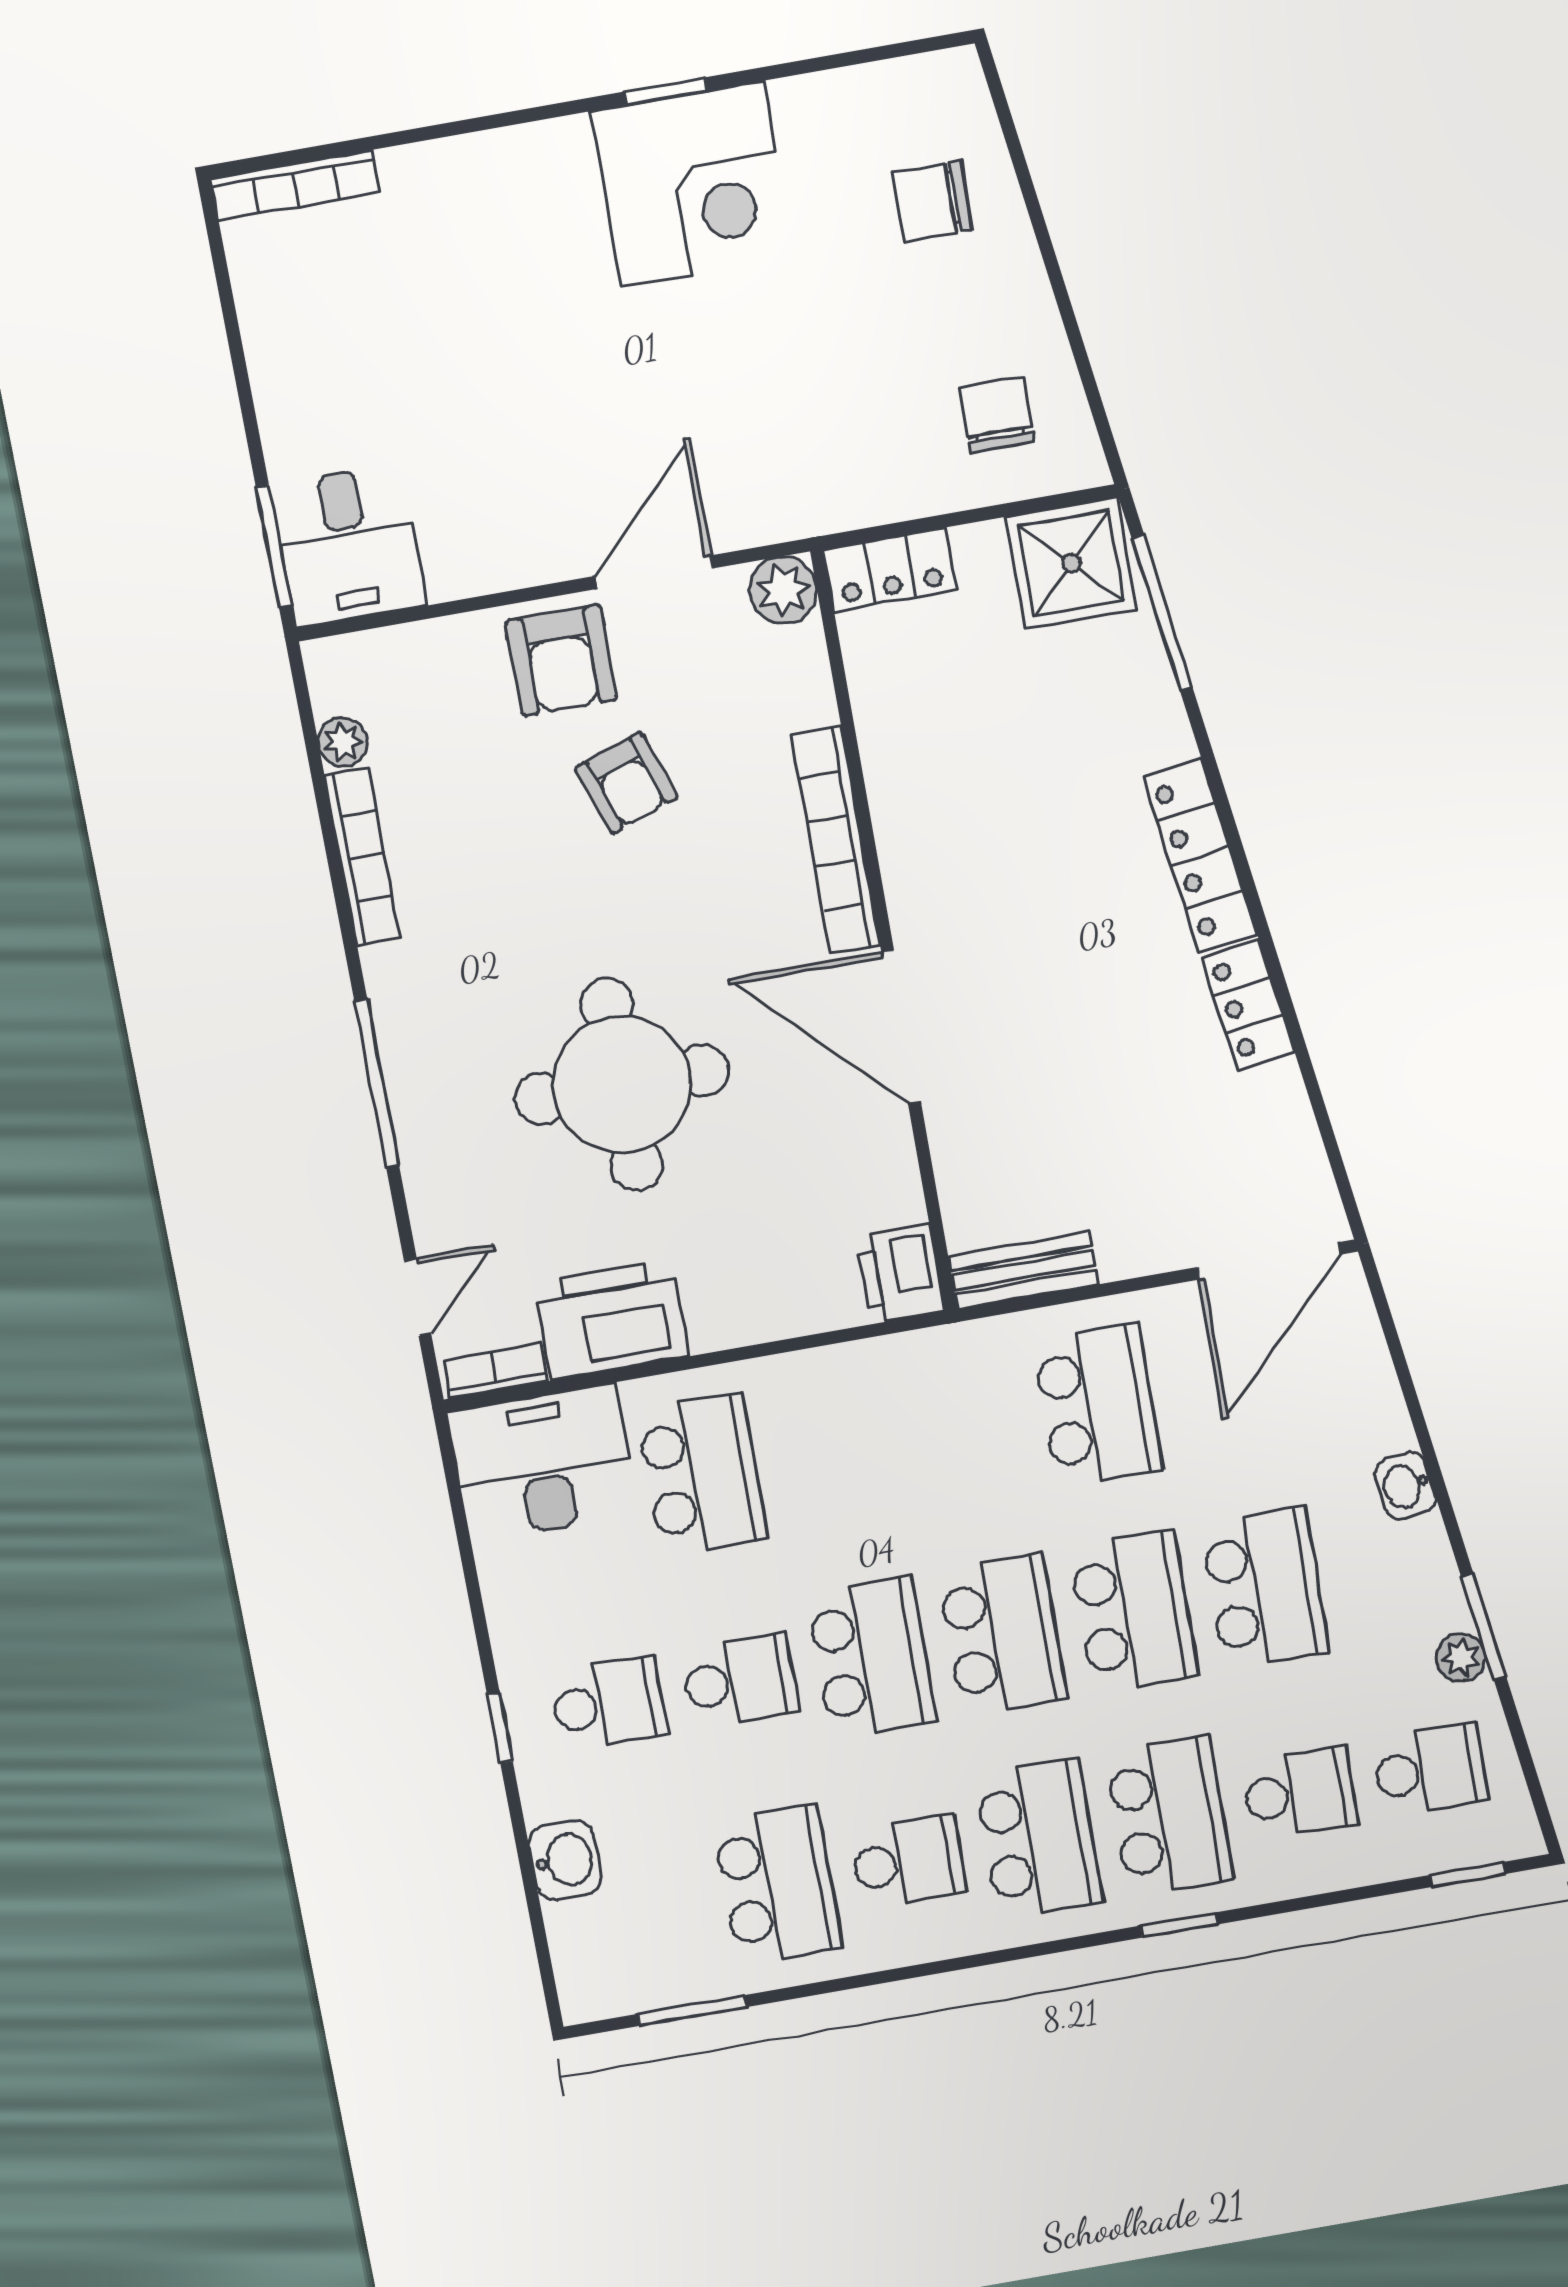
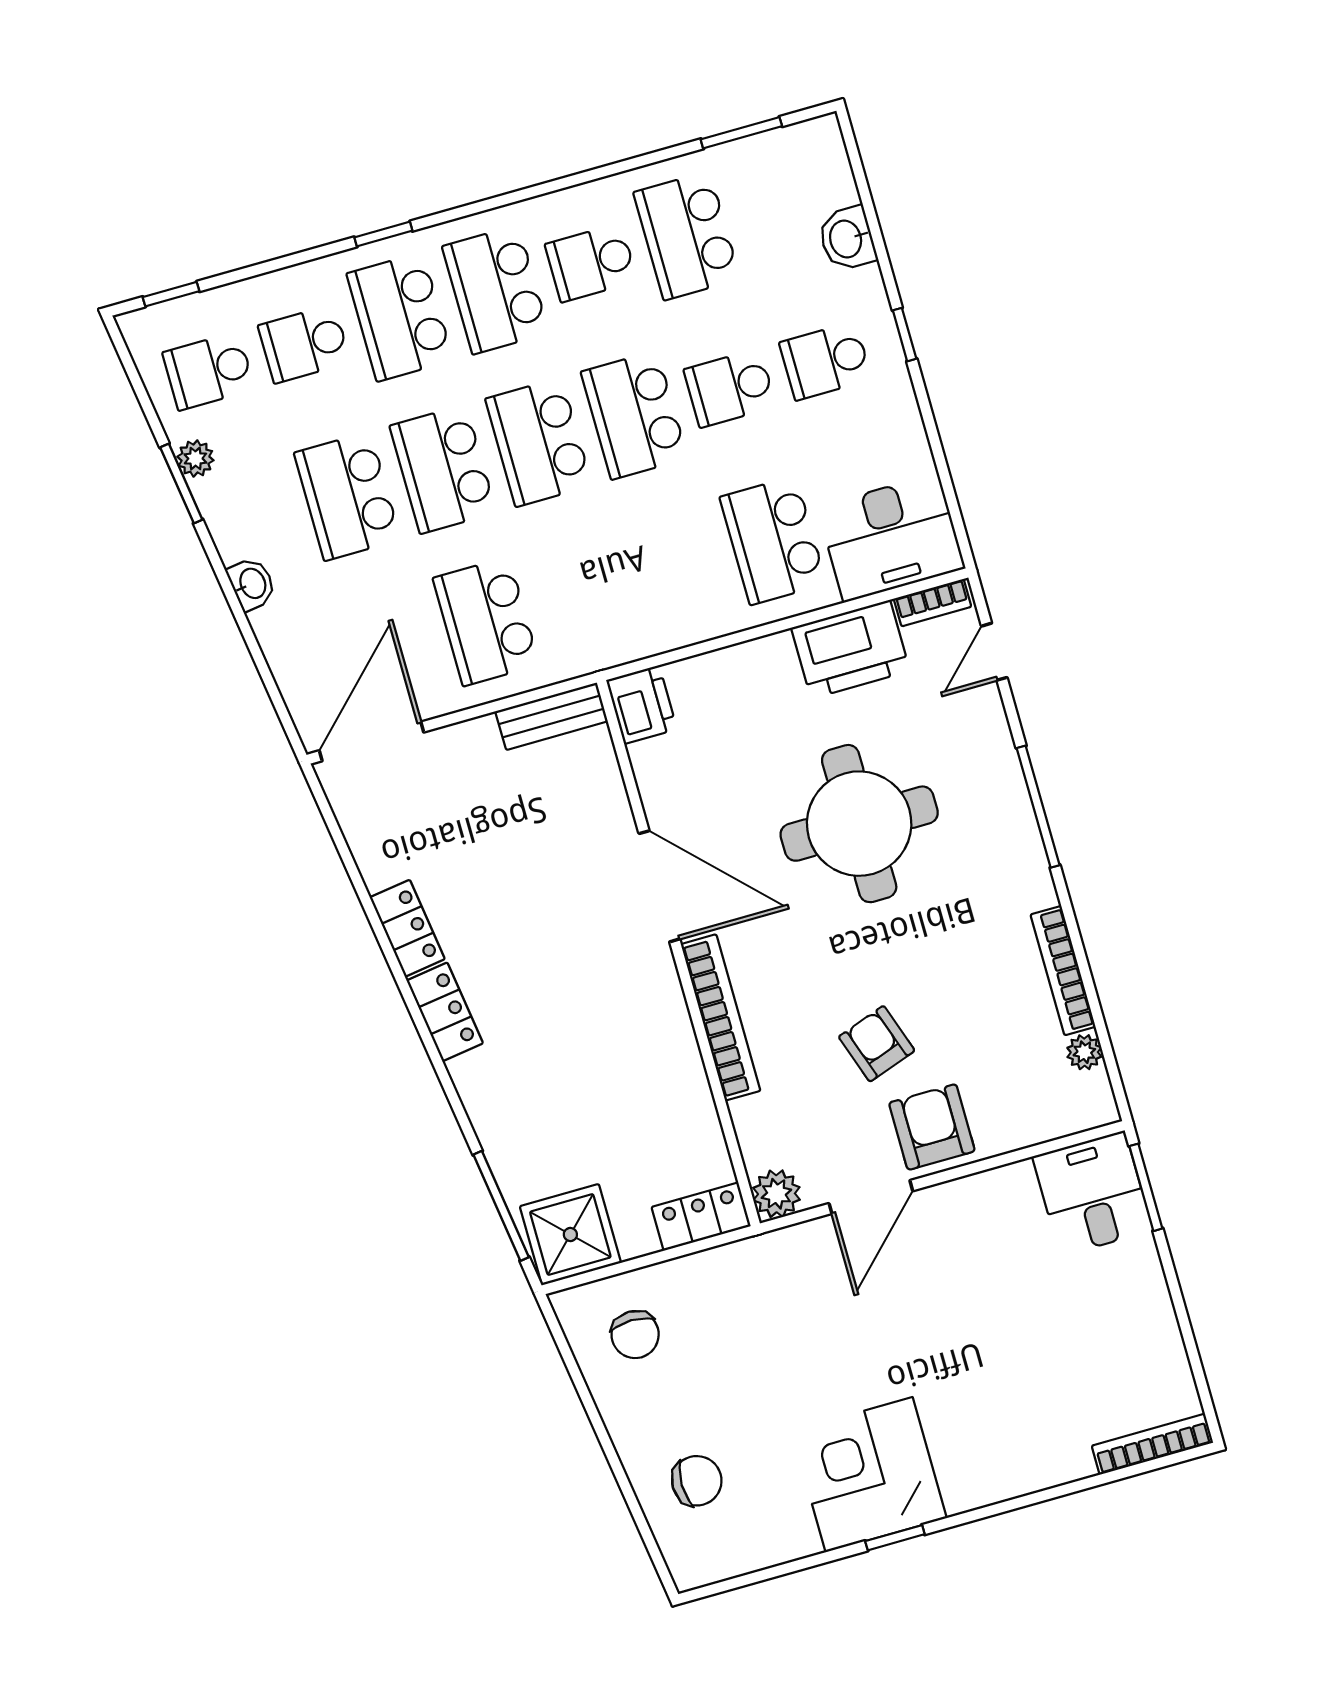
locker: (1200, 856) -> (445, 1012), width x0.66

